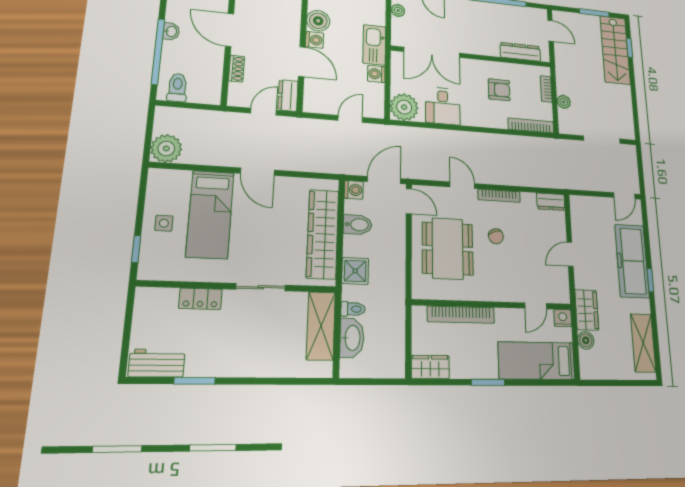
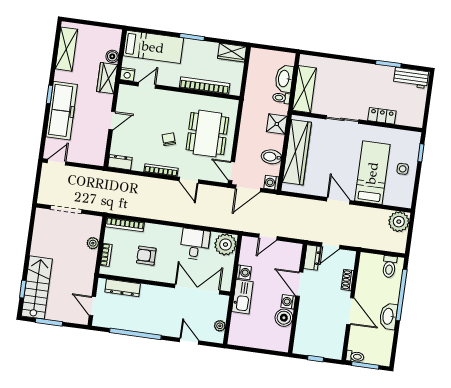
washbasin: (171, 31) -> (388, 316), width x1.91, depth x1.45

